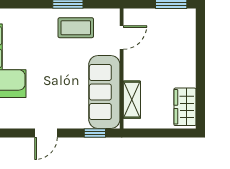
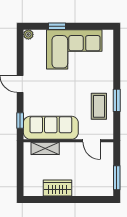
wardrobe: (185, 107) -> (58, 188), moved

